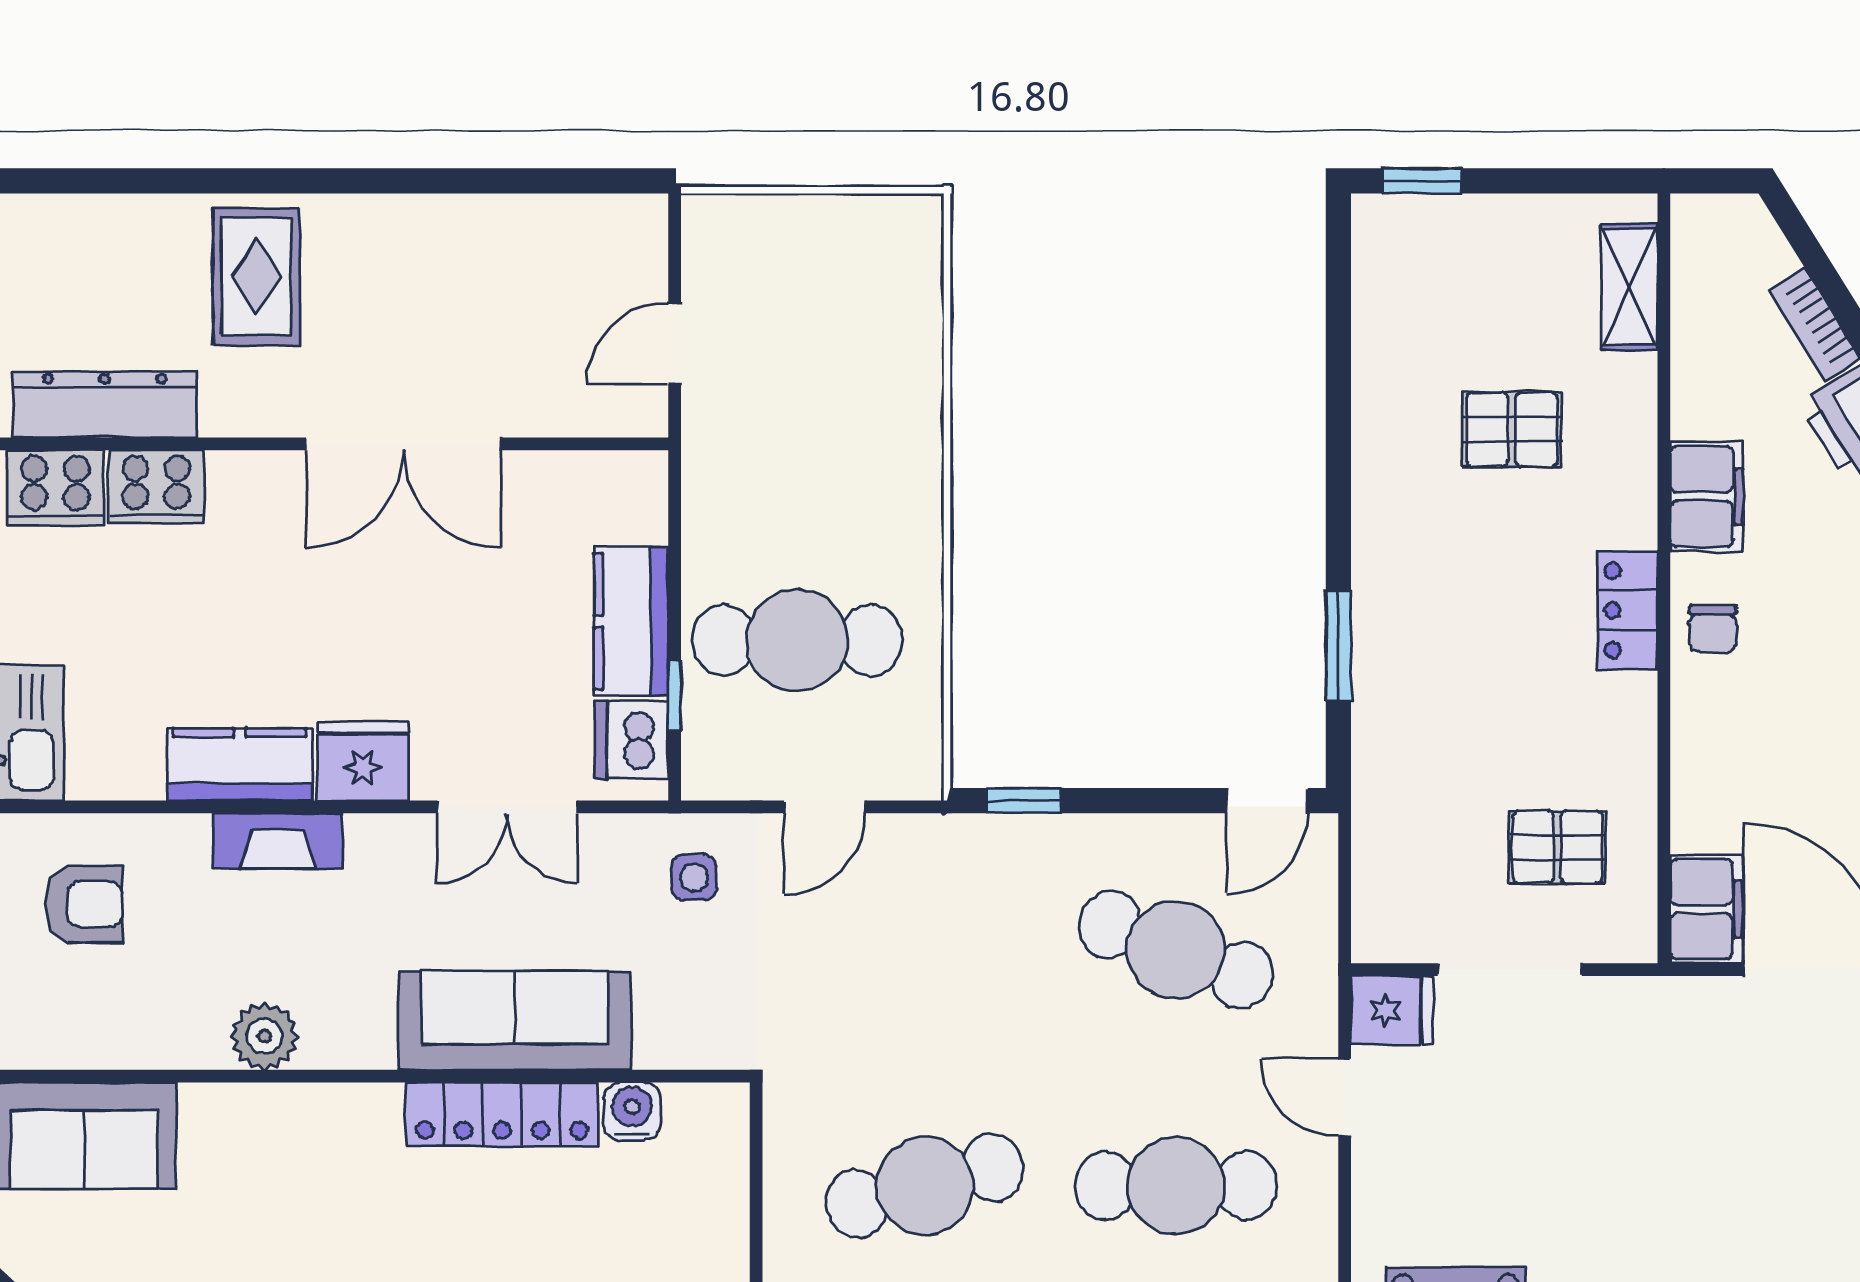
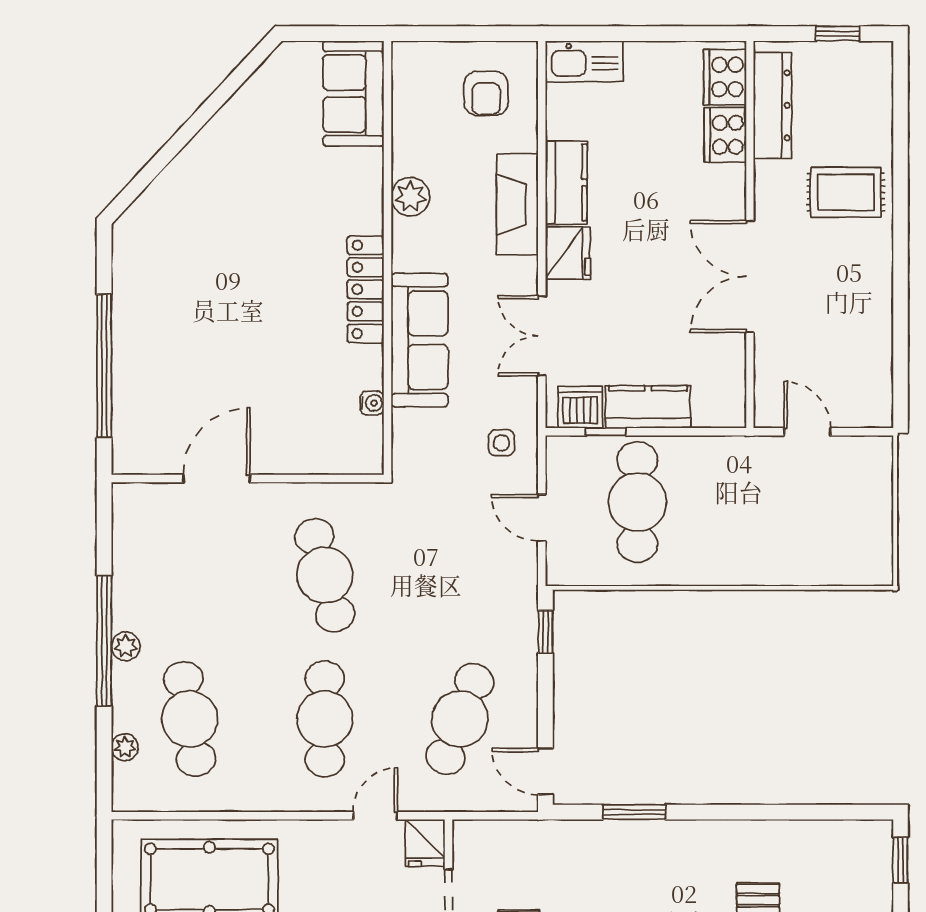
fireplace: (278, 841) -> (517, 204), width x1.37, depth x1.32
water cooler: (632, 1111) -> (372, 403), width x0.72, depth x0.72
locker: (502, 1114) -> (366, 289), moved

